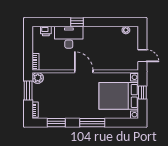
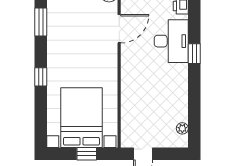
door: (84, 71) -> (119, 29), moved
window: (92, 123) -> (41, 77), width x0.46

